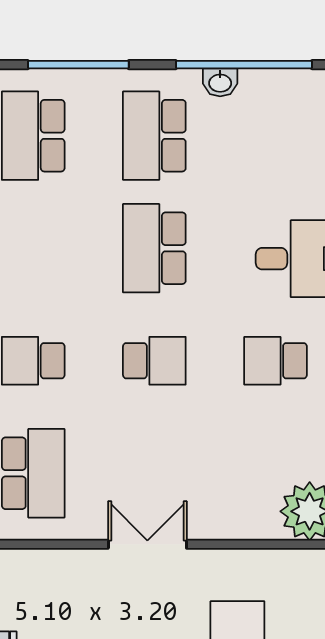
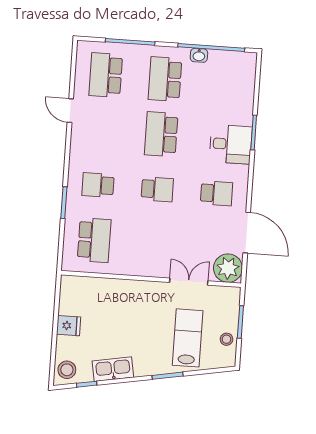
school desk: (275, 361) -> (216, 193), turned 180
double door: (147, 544) -> (189, 282), moved

